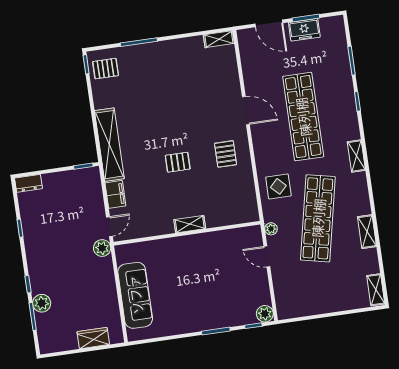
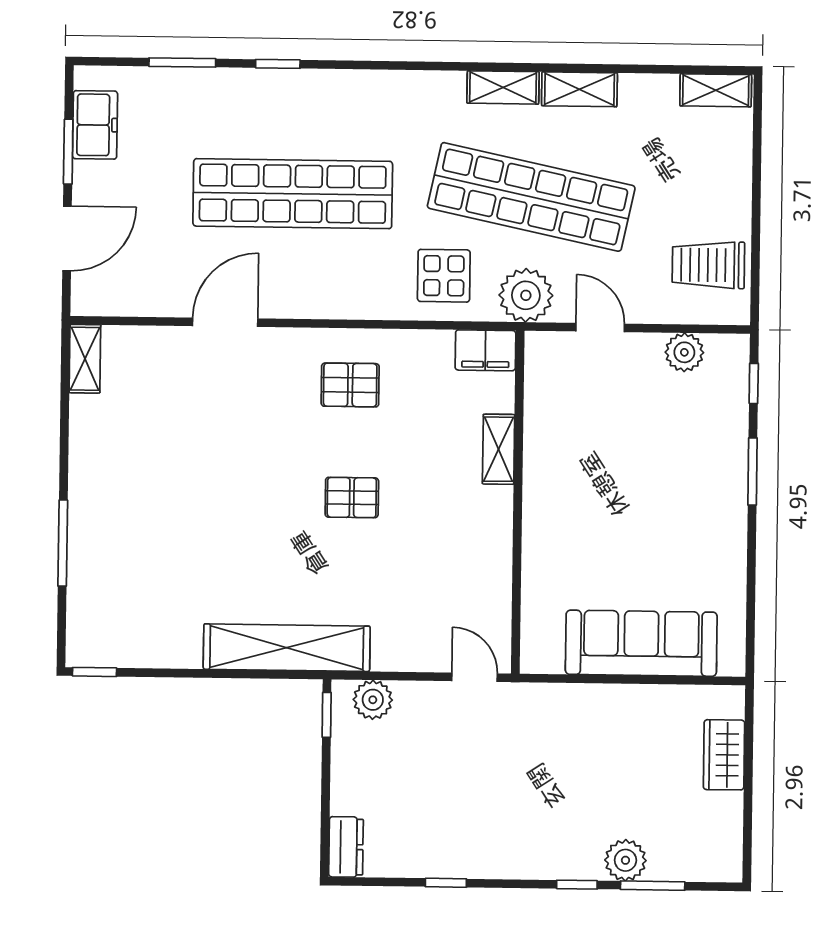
freezer: (304, 30) -> (95, 125), moved
pallet: (106, 69) -> (111, 629), removed
door: (246, 111) -> (225, 322), moved
shelving: (356, 156) -> (503, 87), moved
pallet: (178, 162) -> (352, 498), turned 90
filing cabinet: (115, 194) -> (485, 350), moved, turned 180
shelving: (190, 224) -> (499, 449), moved
plant: (271, 229) -> (526, 295), width x1.87, depth x1.87
plant: (102, 248) -> (373, 700), moved
door: (267, 256) -> (600, 328), swing flipped
trolley: (301, 298) -> (708, 265), added
plant: (265, 314) -> (684, 352), moved

